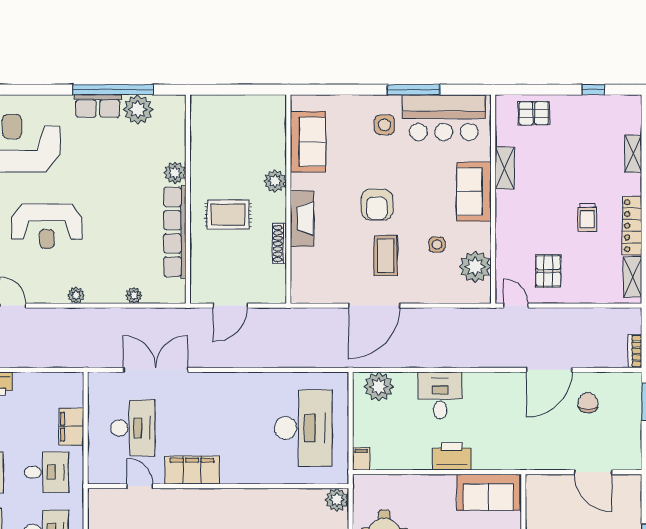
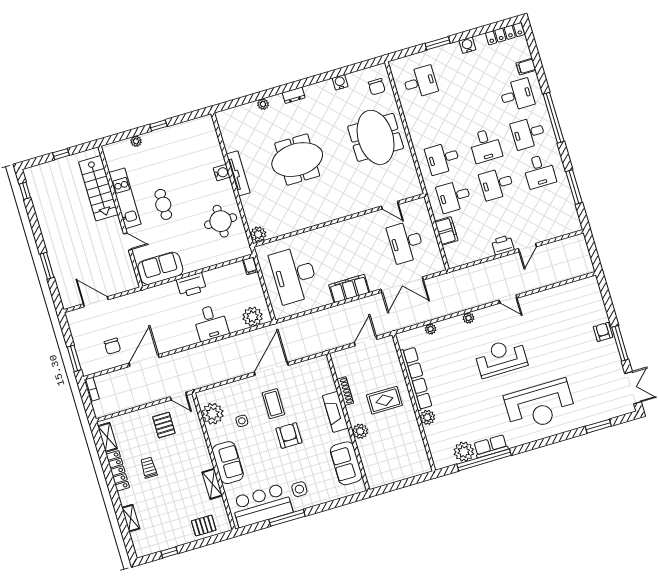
filing cabinet: (192, 470) -> (349, 289), moved, turned 180

